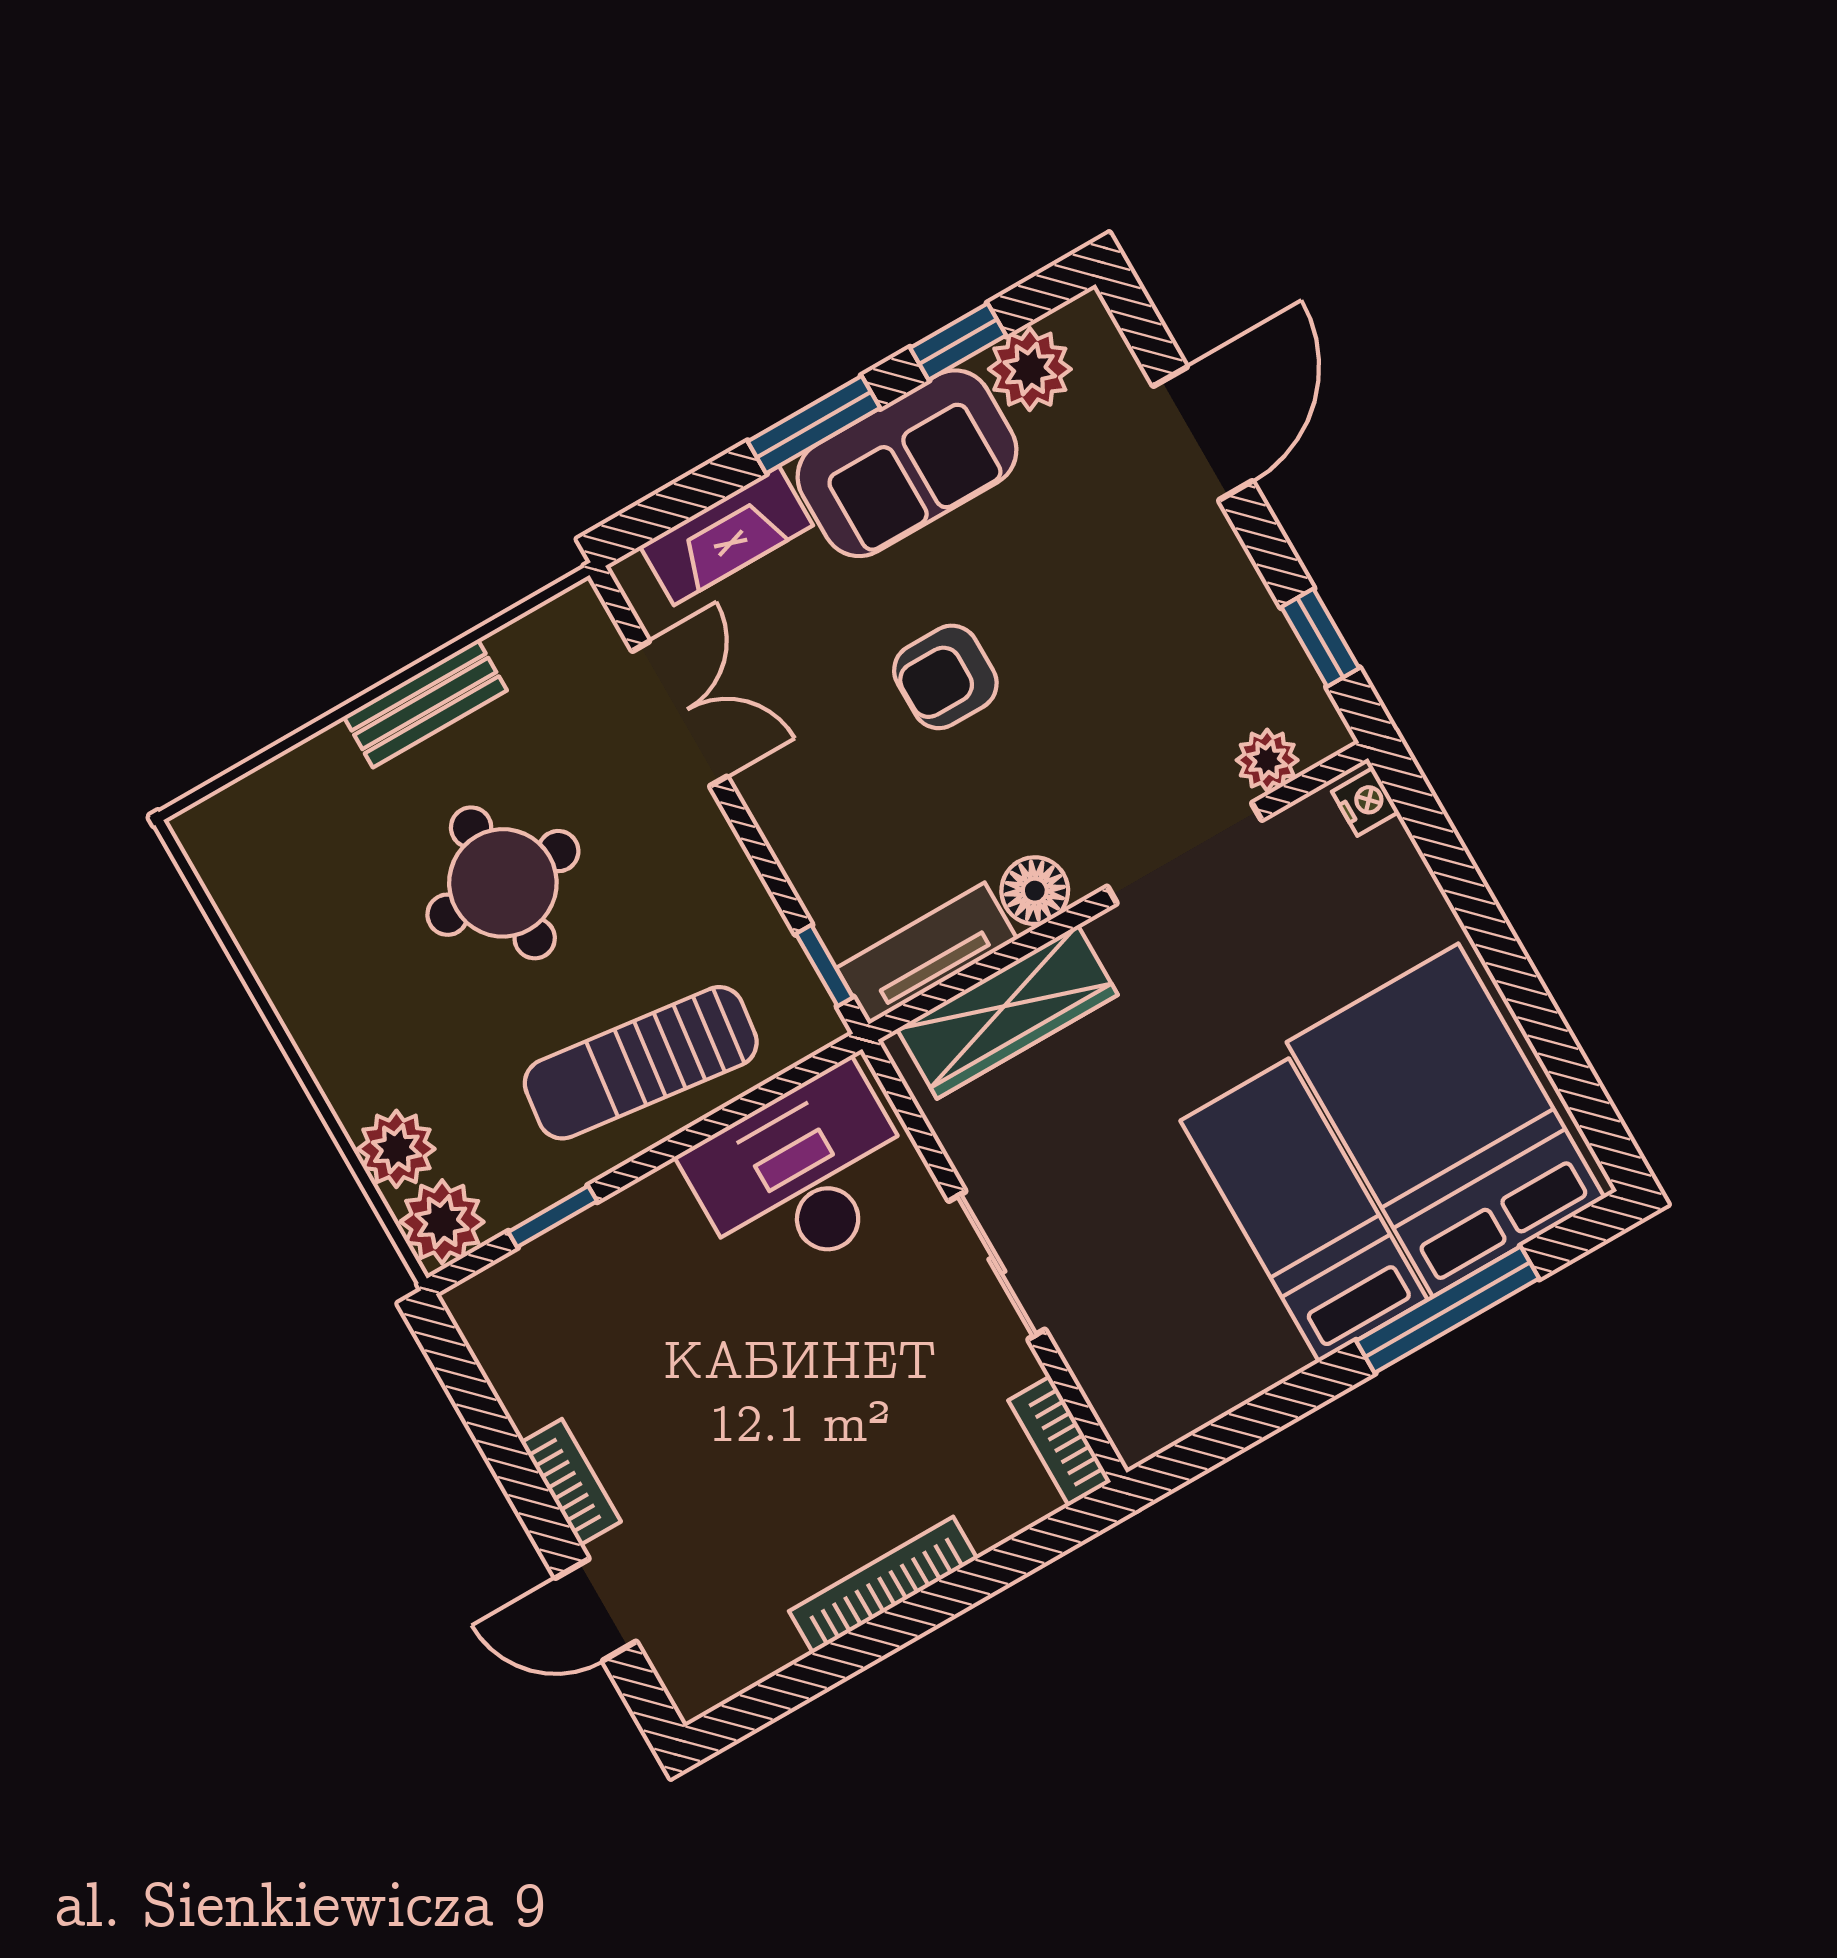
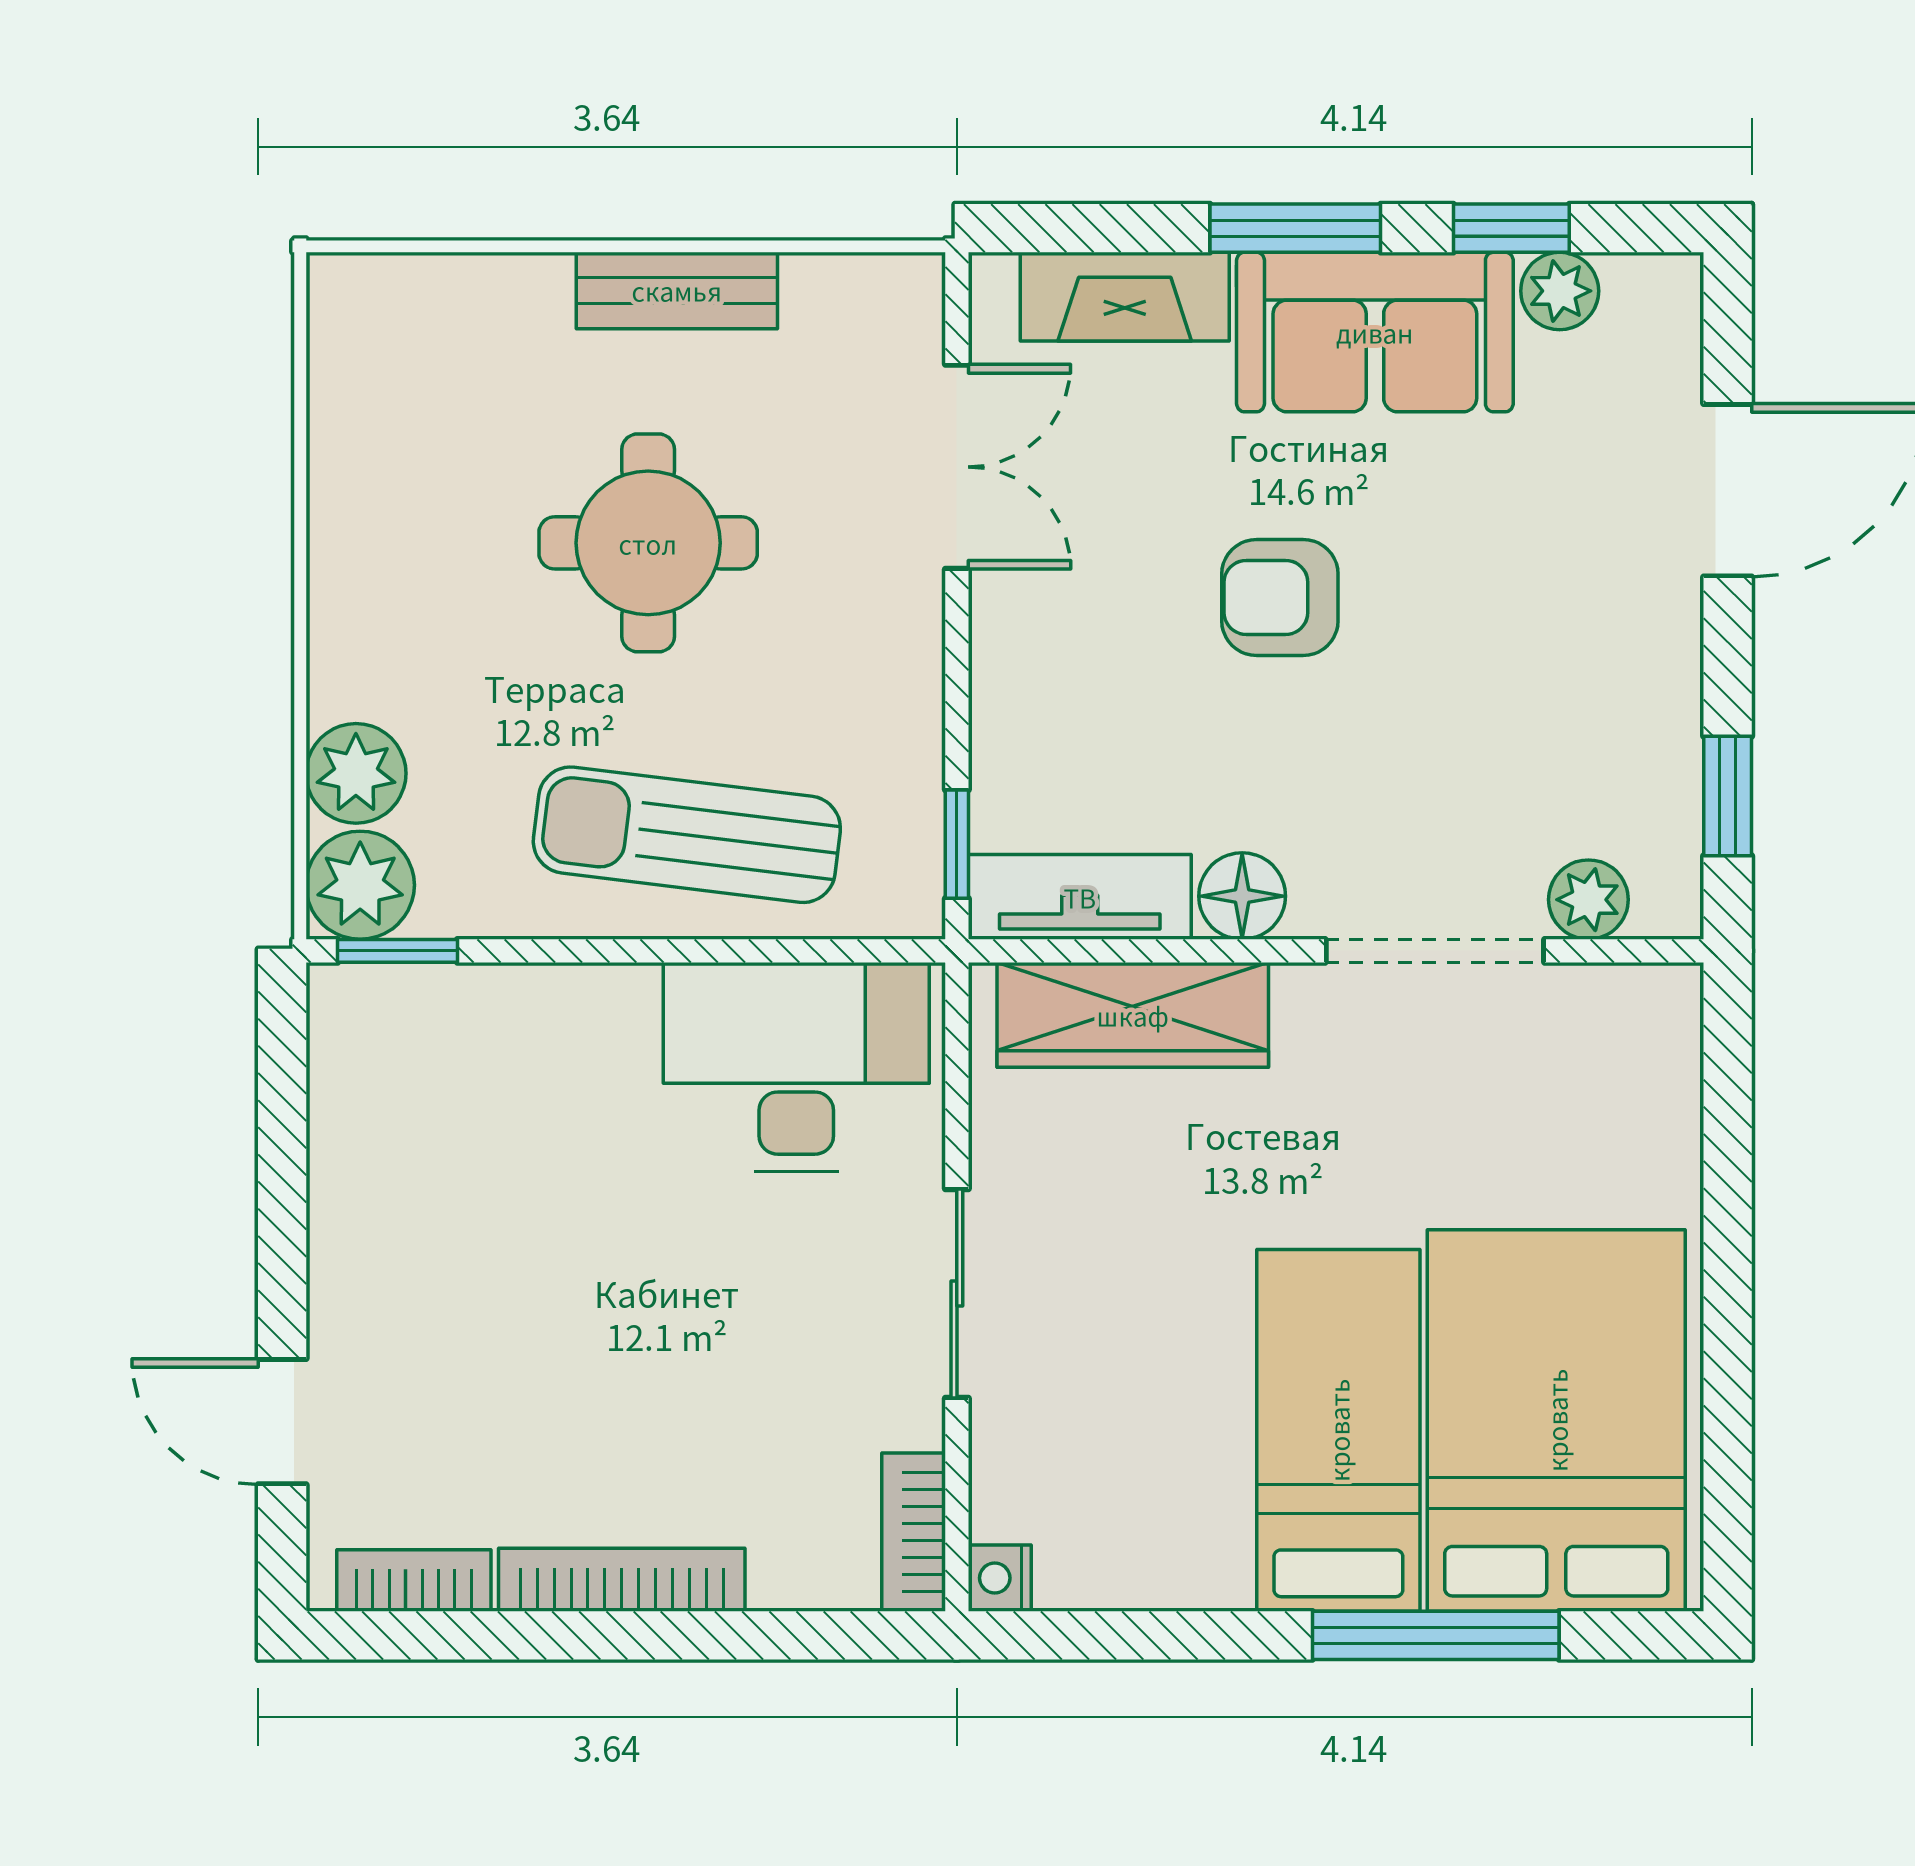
plant: (1030, 369) -> (1560, 291), width x0.73, depth x0.73
nightstand: (1365, 802) -> (1000, 1578), moved, turned 180
window: (553, 1217) -> (398, 951), moved
bookcase: (571, 1482) -> (414, 1580), moved, turned -90

